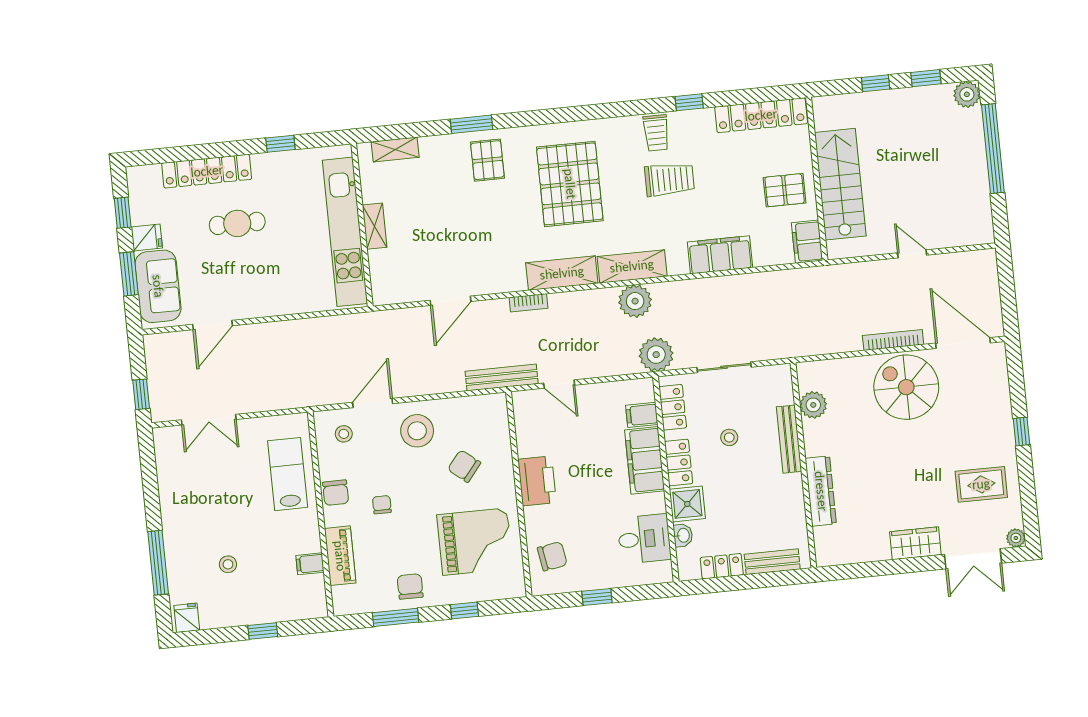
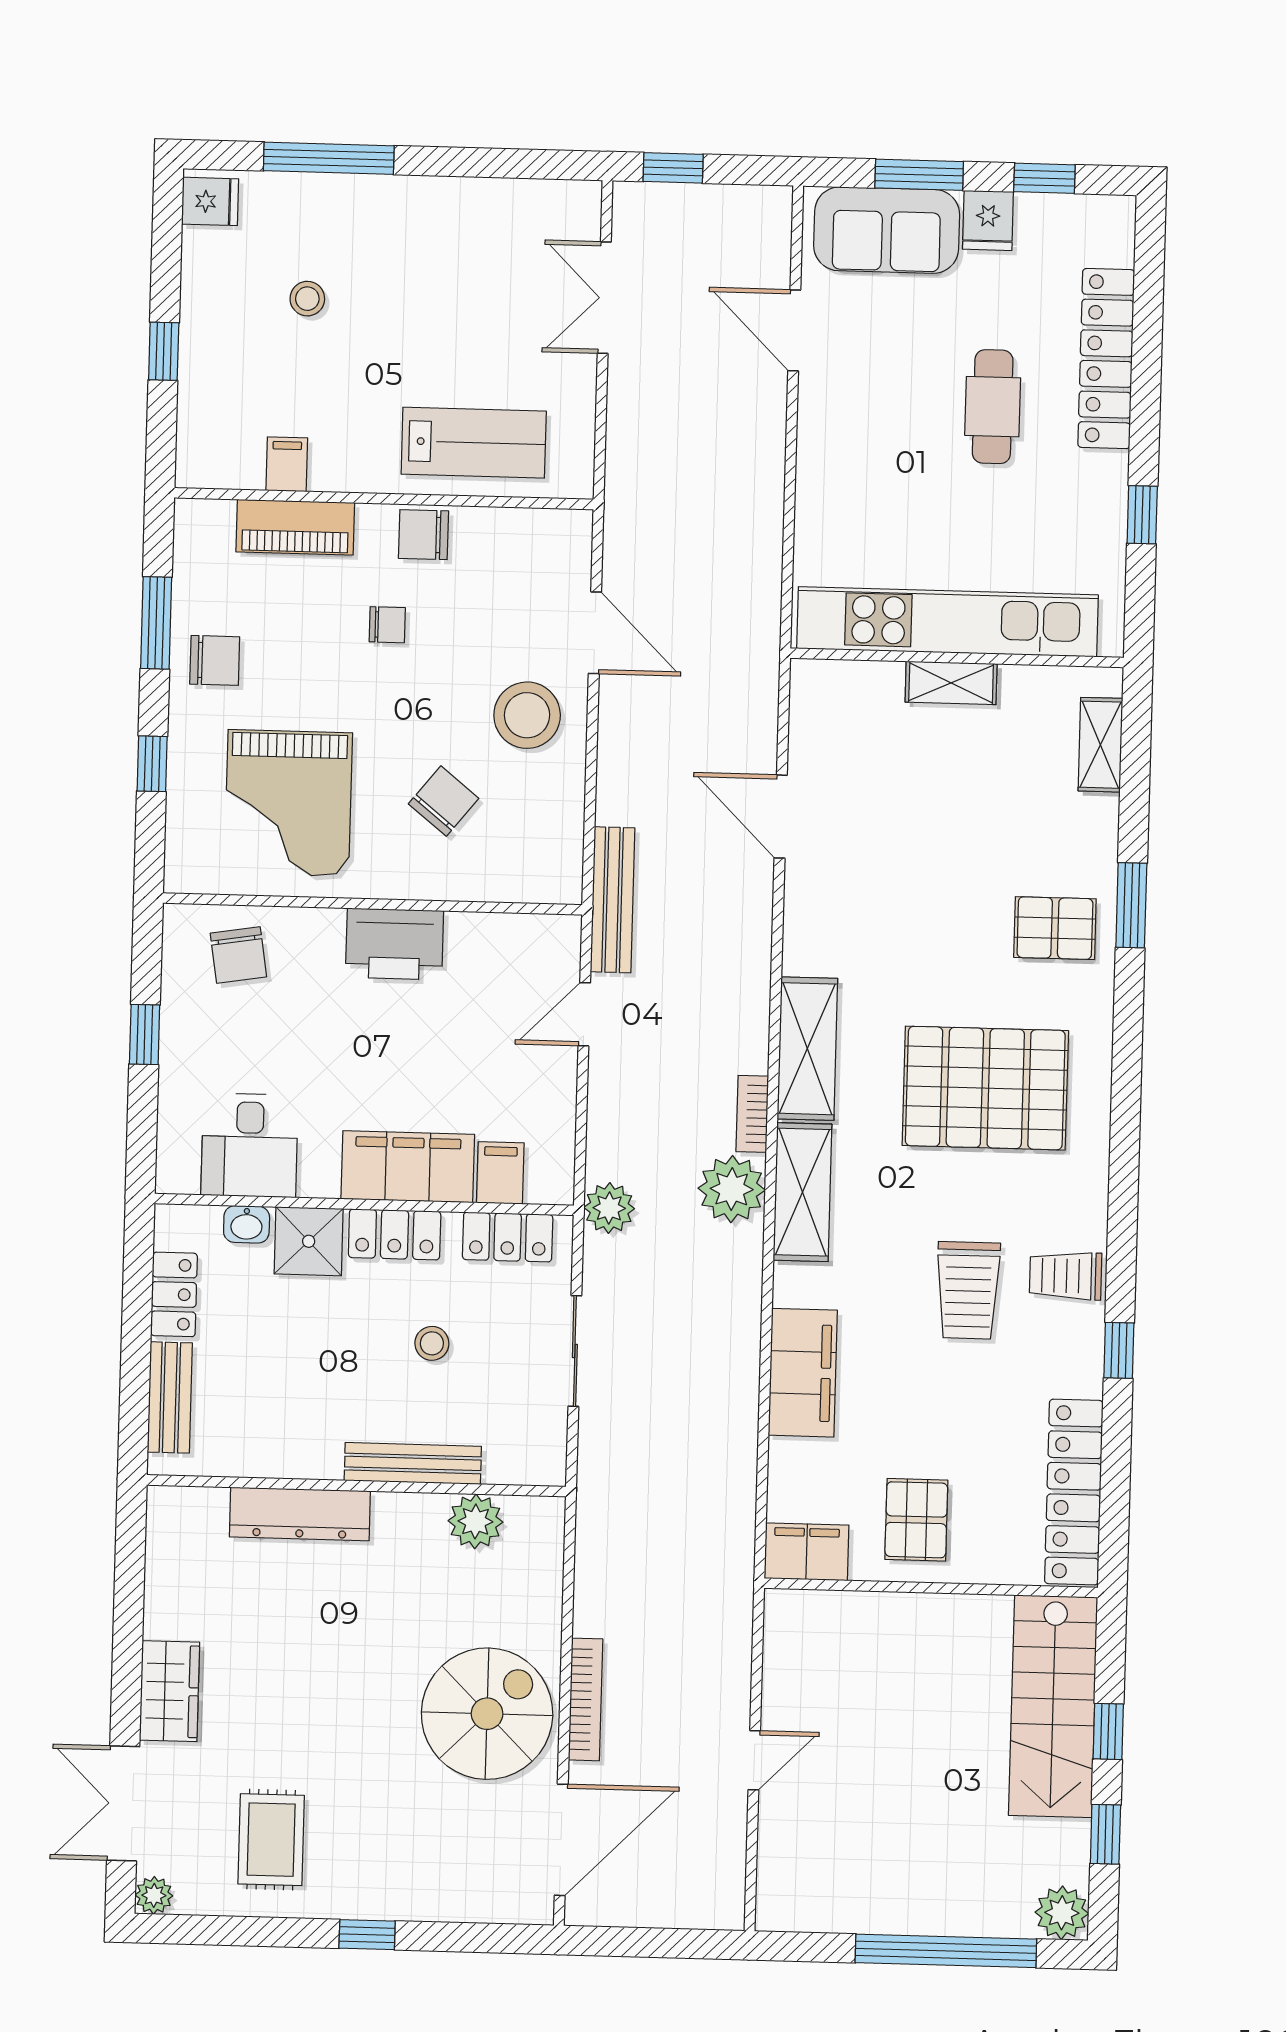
stairs: (840, 184) -> (1053, 1706), moved, turned 90
bookcase: (528, 303) -> (752, 1114), moved
plant: (656, 355) -> (609, 1208), width x0.73, depth x0.73
stool: (344, 434) -> (540, 566), removed

